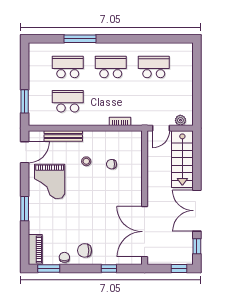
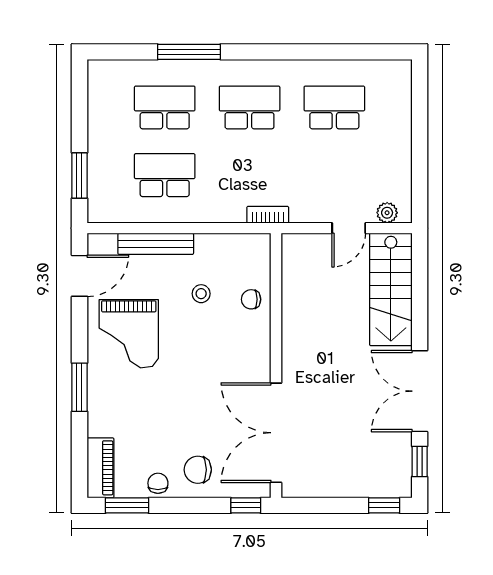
wall: (145, 198) -> (276, 366), moved
double door: (145, 232) -> (276, 433), moved

